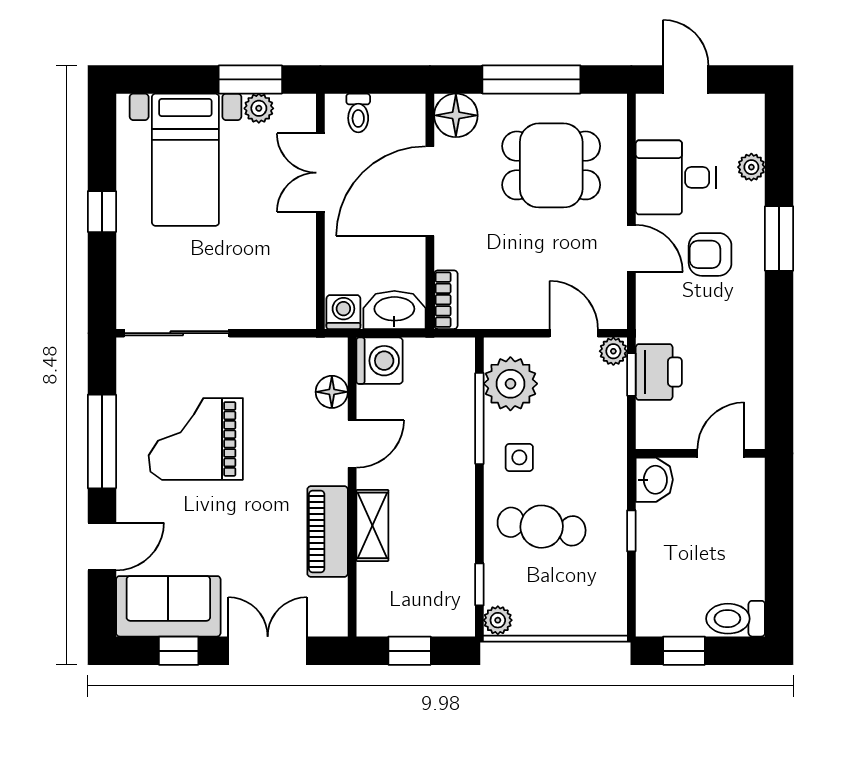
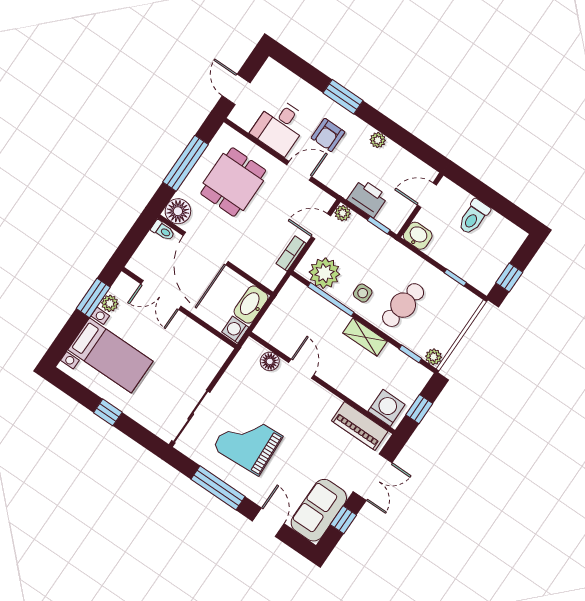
door: (686, 79) -> (236, 89), hinge flipped
toilet: (358, 113) -> (163, 231), moved
plant: (751, 167) -> (378, 140), moved
bookcase: (446, 300) -> (291, 253), moved, turned -90
washing machine: (380, 361) -> (387, 408), moved
window: (631, 374) -> (379, 225), moved
grand piano: (196, 439) -> (248, 442), turned 87
door: (721, 453) -> (427, 195), hinge flipped
shelving: (372, 525) -> (365, 337), moved
piano: (328, 531) -> (360, 426), moved
window: (631, 531) -> (455, 278), moved
toilet: (736, 619) -> (474, 217), moved
double door: (268, 651) -> (373, 477), swing flipped

